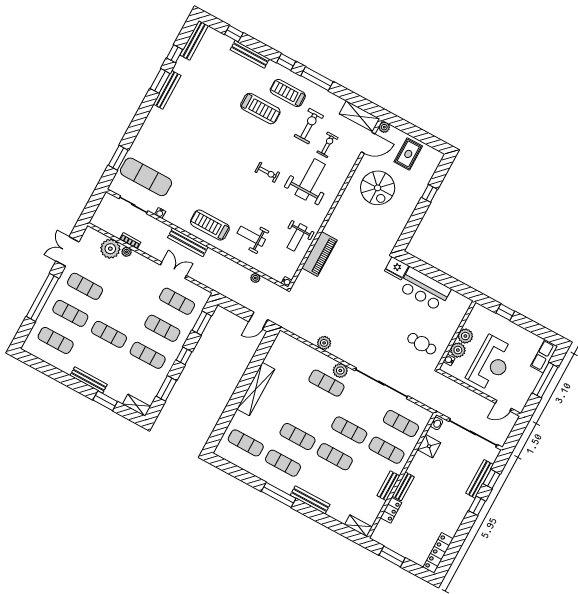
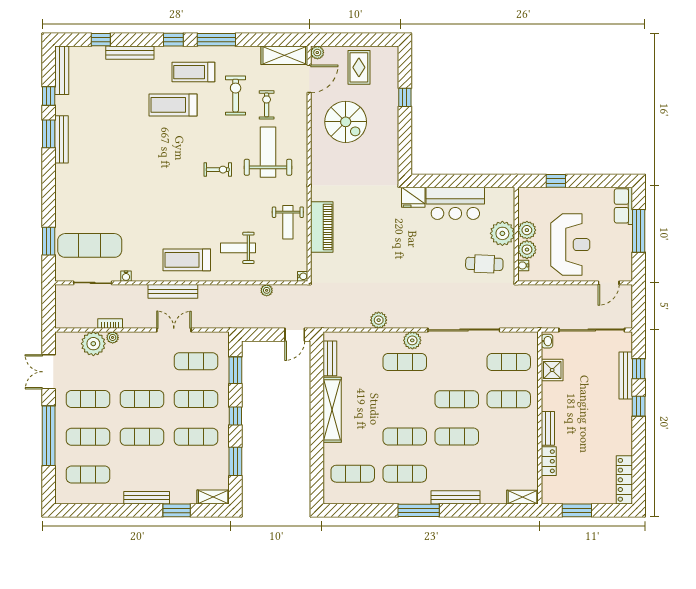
treadmill: (260, 109) -> (173, 105), turned 180
exercise mat: (124, 307) -> (142, 399), added
plant: (447, 329) -> (502, 233), added
bench: (388, 486) -> (330, 358), moved

